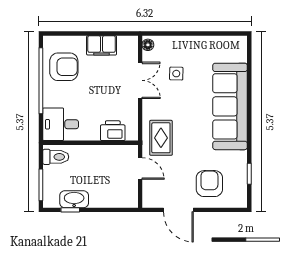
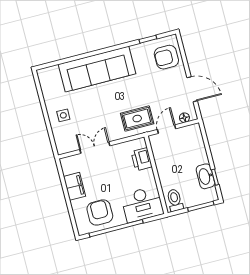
floor lamp: (148, 45) -> (184, 118), moved
side table: (176, 74) -> (63, 115), moved
desk: (61, 124) -> (142, 204), width x1.37
armchair: (209, 184) -> (166, 57), moved
door: (178, 210) -> (192, 89), hinge flipped

